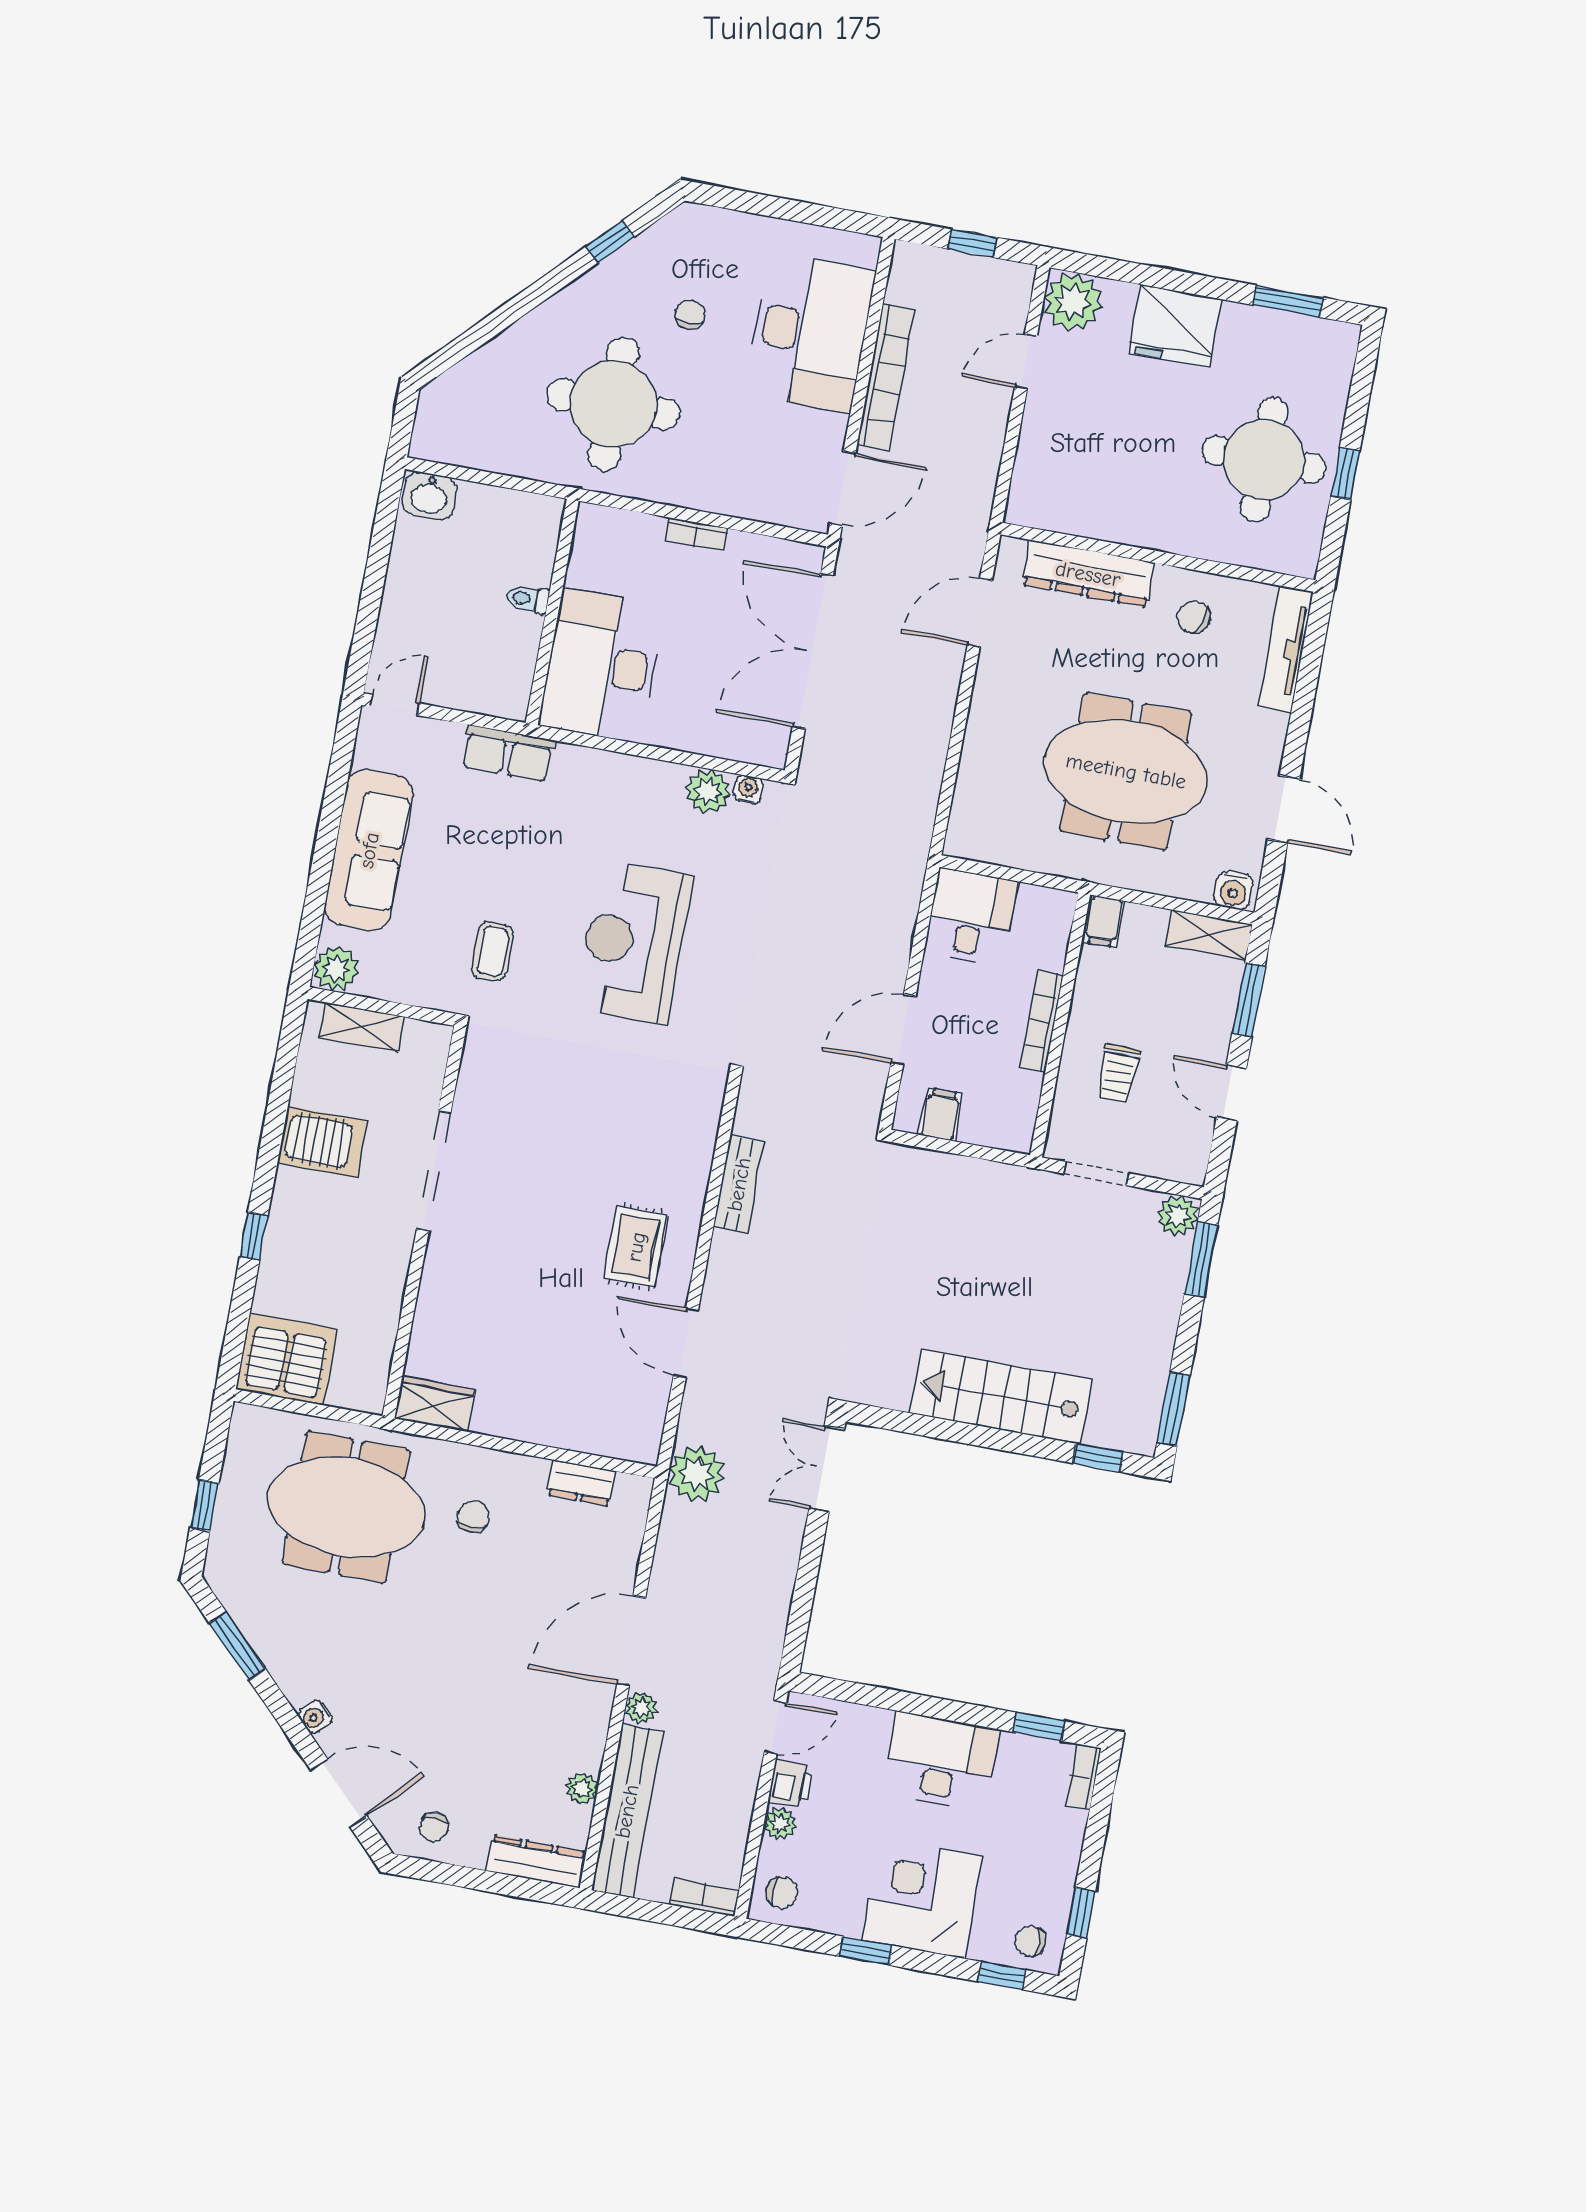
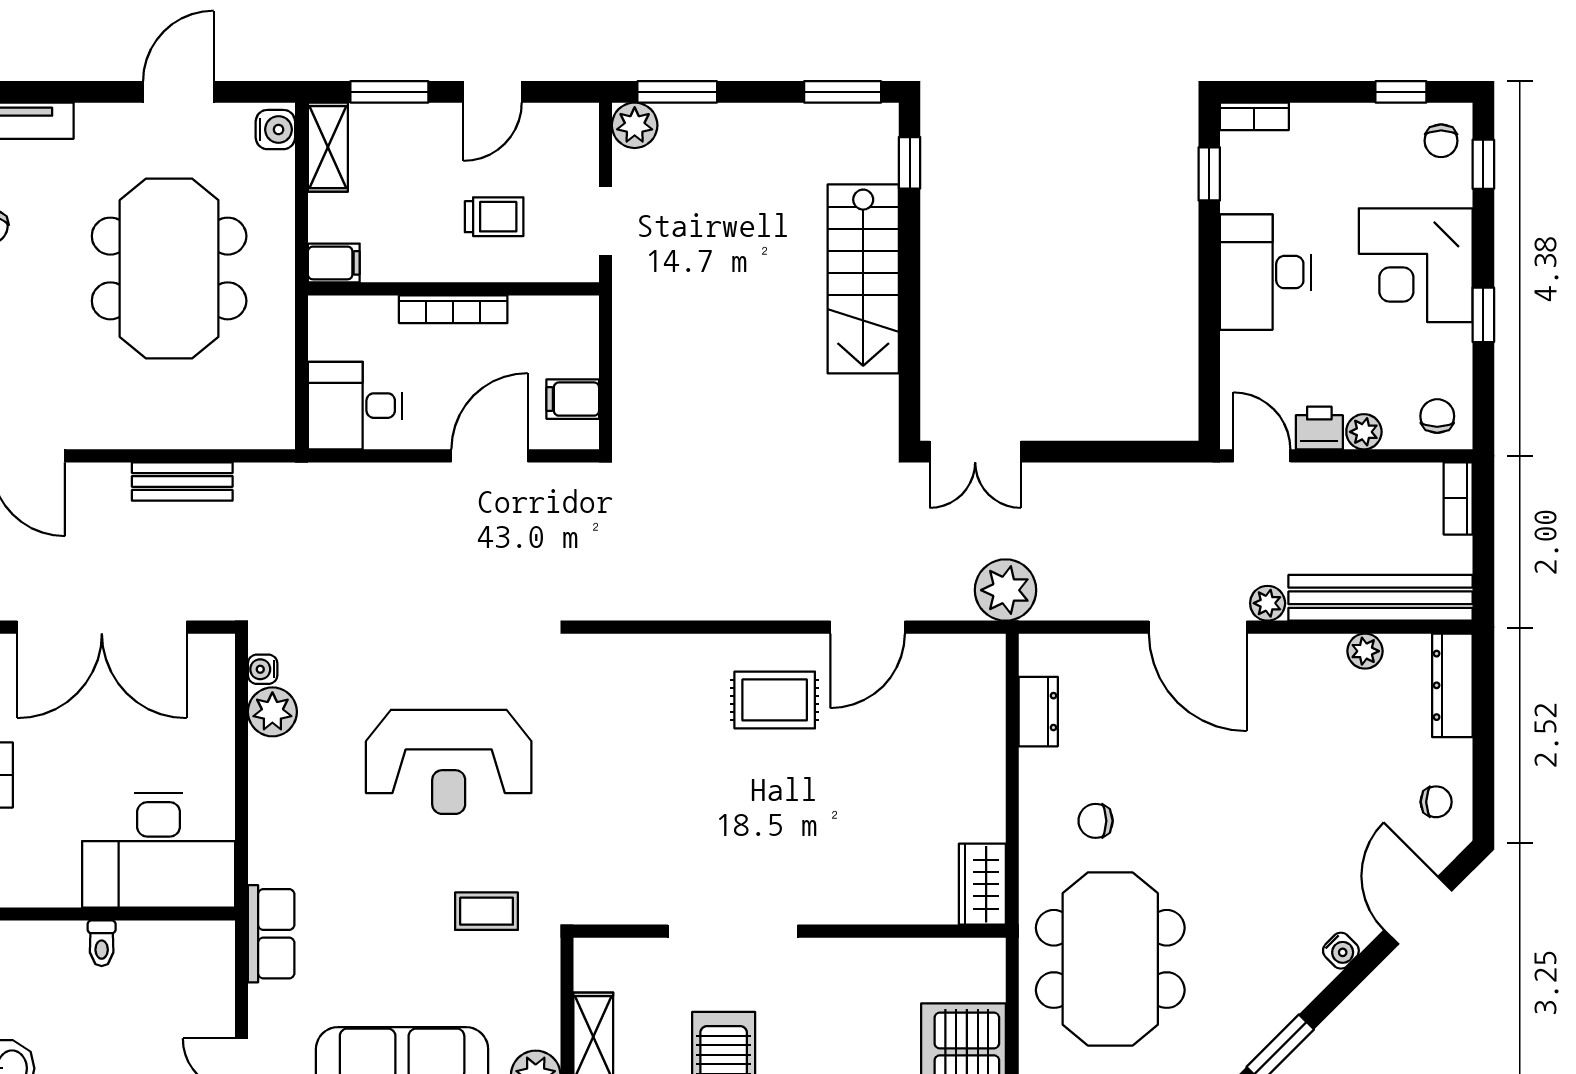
door: (903, 1030) -> (489, 456), swing flipped
bench: (739, 1184) -> (182, 481), moved

